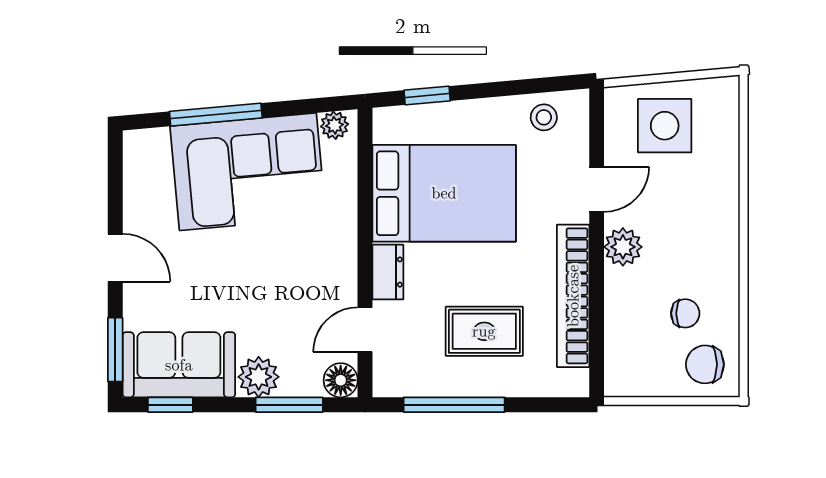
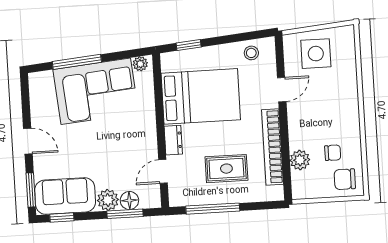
plant: (623, 247) -> (300, 160), moved
floor lamp: (341, 380) -> (129, 200), moved

